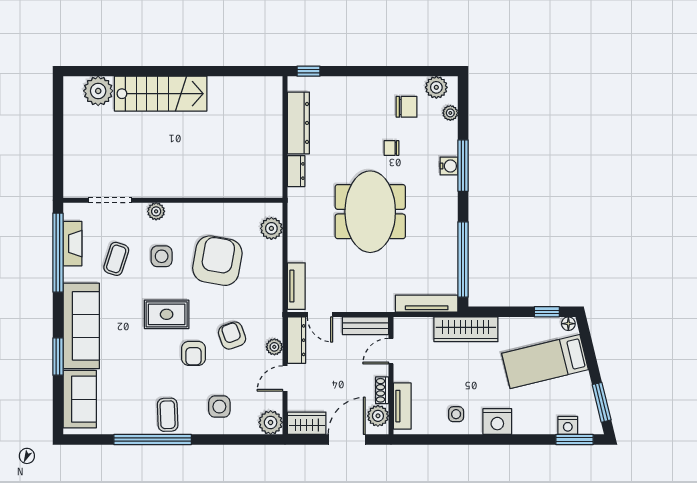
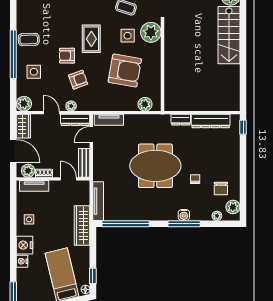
plant: (156, 211) -> (151, 32), width x1.88, depth x1.88
nightstand: (568, 425) -> (22, 261), moved
window: (153, 440) -> (13, 54), moved

